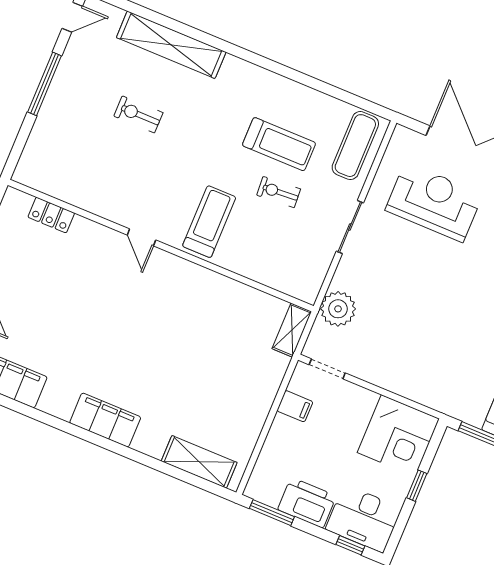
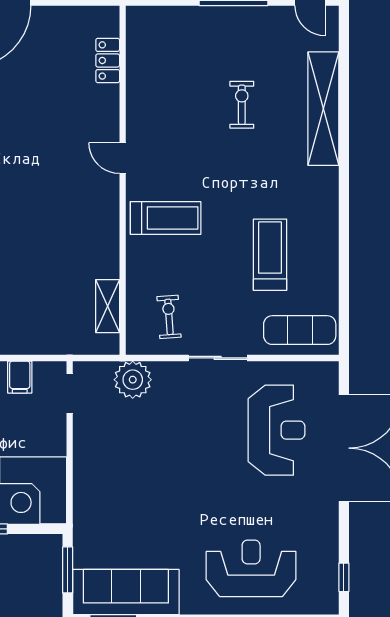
treadmill: (279, 144) -> (270, 255), turned 180
exercise bike: (279, 192) -> (169, 317), moved
door: (141, 237) -> (123, 158), hinge flipped
shelving: (292, 330) -> (108, 306), moved, turned 90

